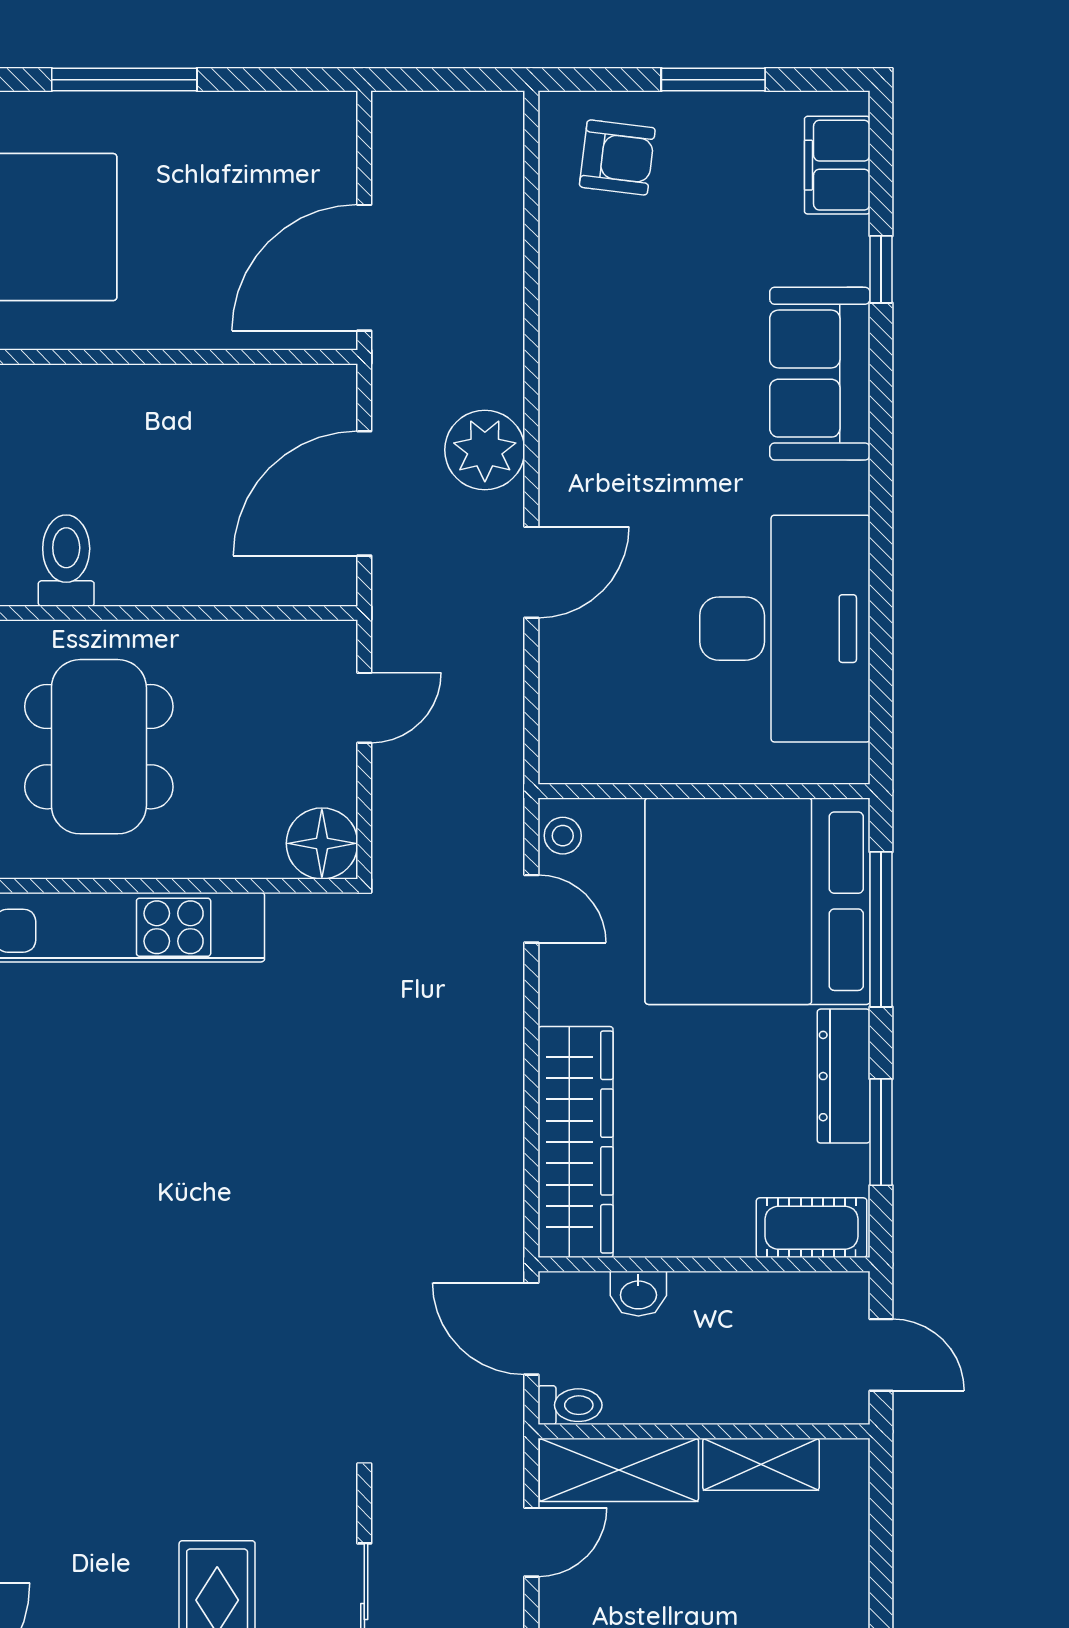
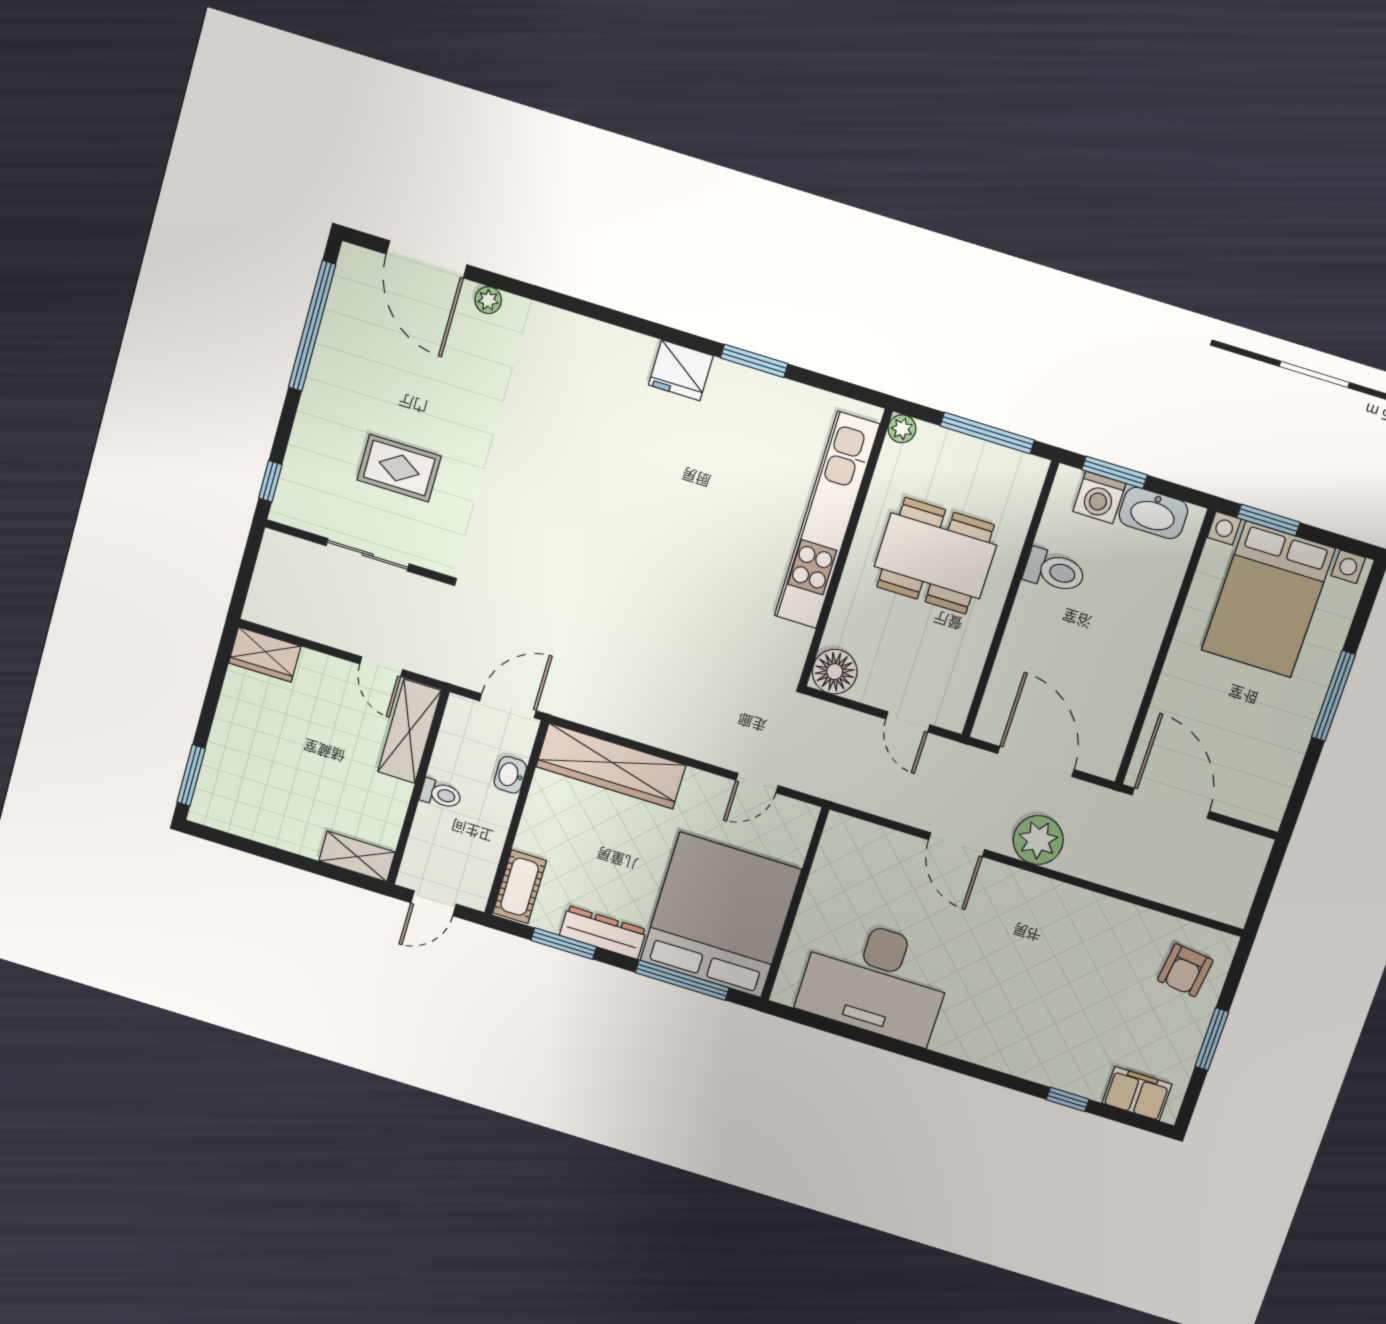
sofa: (820, 374) -> (1018, 1046), removed
stool: (563, 836) -> (795, 815), removed
toilet: (570, 1405) -> (441, 794), moved, turned -90
shelving: (761, 1464) -> (357, 856), moved, turned 90

